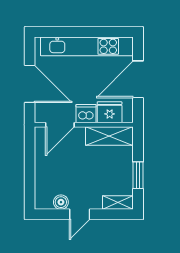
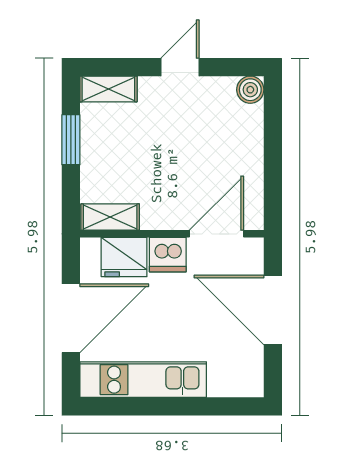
kitchen unit: (87, 46) -> (143, 380), width x0.73
shelving: (109, 136) -> (110, 217), width x0.67, depth x0.75
boiler: (61, 202) -> (250, 90), moved

